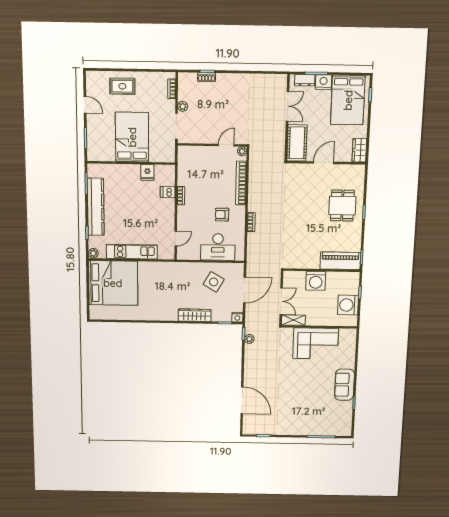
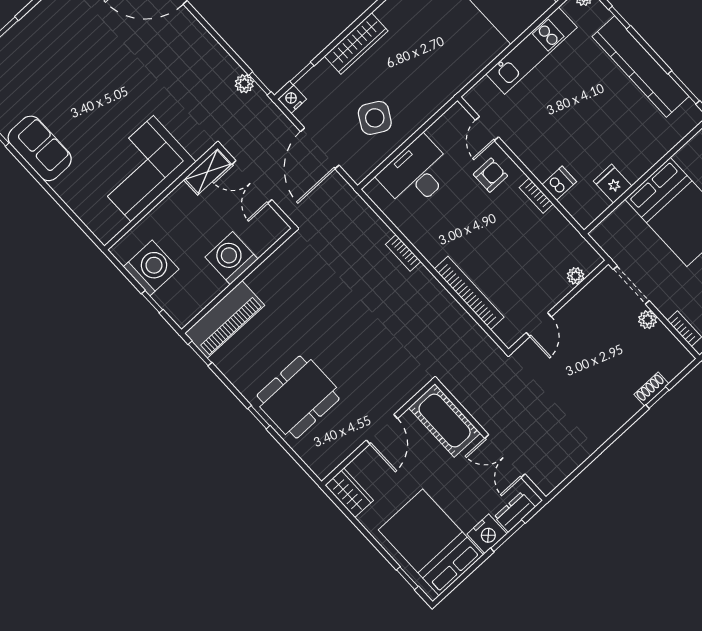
plant: (242, 151) -> (576, 276), moved
dining table: (342, 206) -> (298, 397), width x1.37
armchair: (222, 215) -> (490, 175), moved

